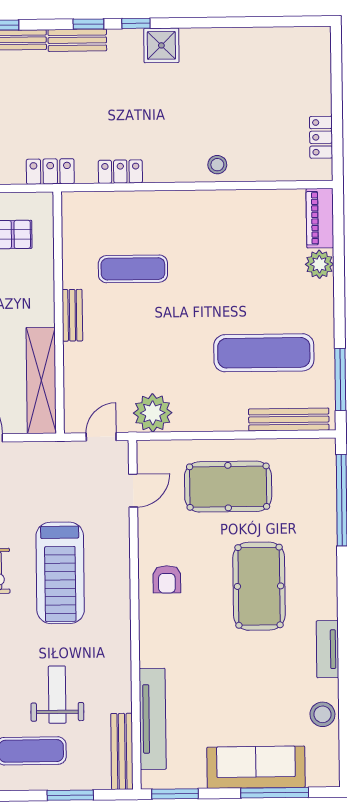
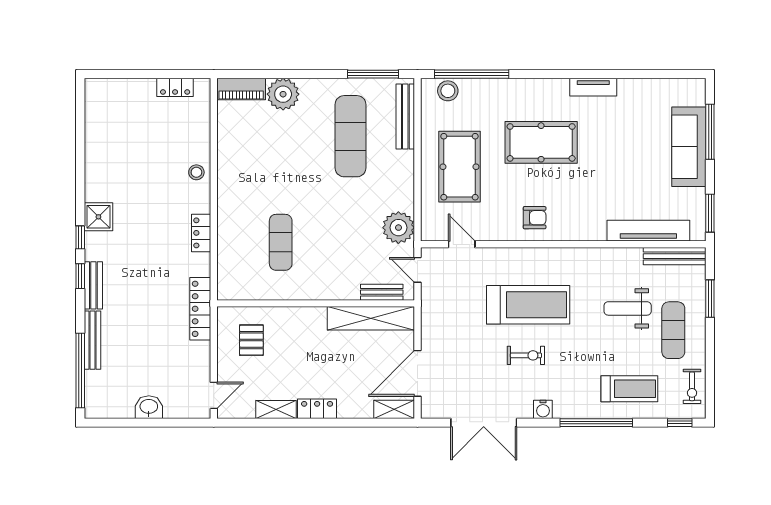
locker: (50, 171) -> (200, 309), width x1.53
locker: (120, 172) -> (201, 233), moved
plant: (319, 264) -> (283, 94), width x1.36, depth x1.36
bench: (72, 315) -> (382, 292), moved
stool: (322, 714) -> (448, 91), moved

